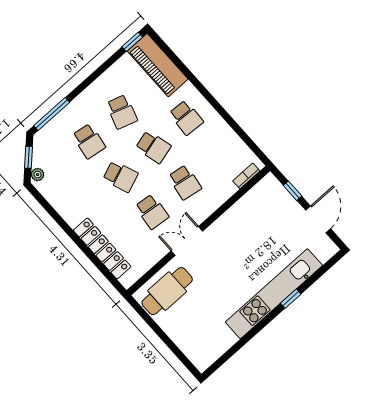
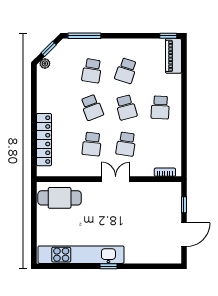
piano: (158, 65) -> (173, 56), width x0.73, depth x0.75
double door: (187, 241) -> (116, 179), moved
kitchen unit: (274, 294) -> (81, 255), moved
window: (291, 299) -> (109, 266), moved

